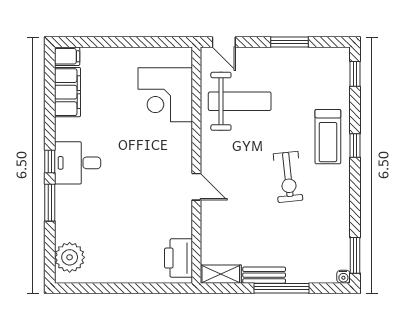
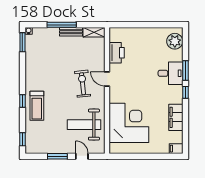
door: (224, 42) -> (82, 156), moved
filing cabinet: (67, 92) -> (176, 117), moved
corner desk: (165, 95) -> (129, 123), width x1.36, depth x1.36
treadmill: (328, 137) -> (37, 106), turned 180
desk: (78, 163) -> (170, 73), moved
exercise bike: (288, 177) -> (83, 84), moved
printer: (179, 258) -> (117, 53), moved

